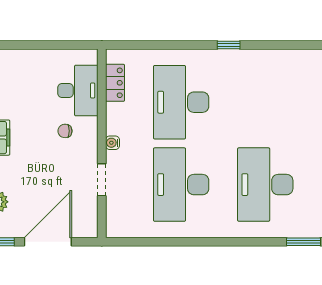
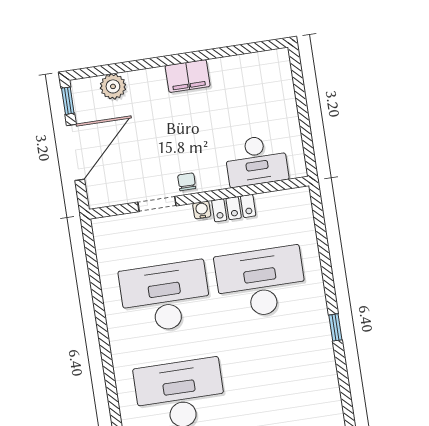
locker: (115, 83) -> (234, 208), moved
chair: (65, 131) -> (187, 182), moved
door: (48, 242) -> (76, 152), hinge flipped

